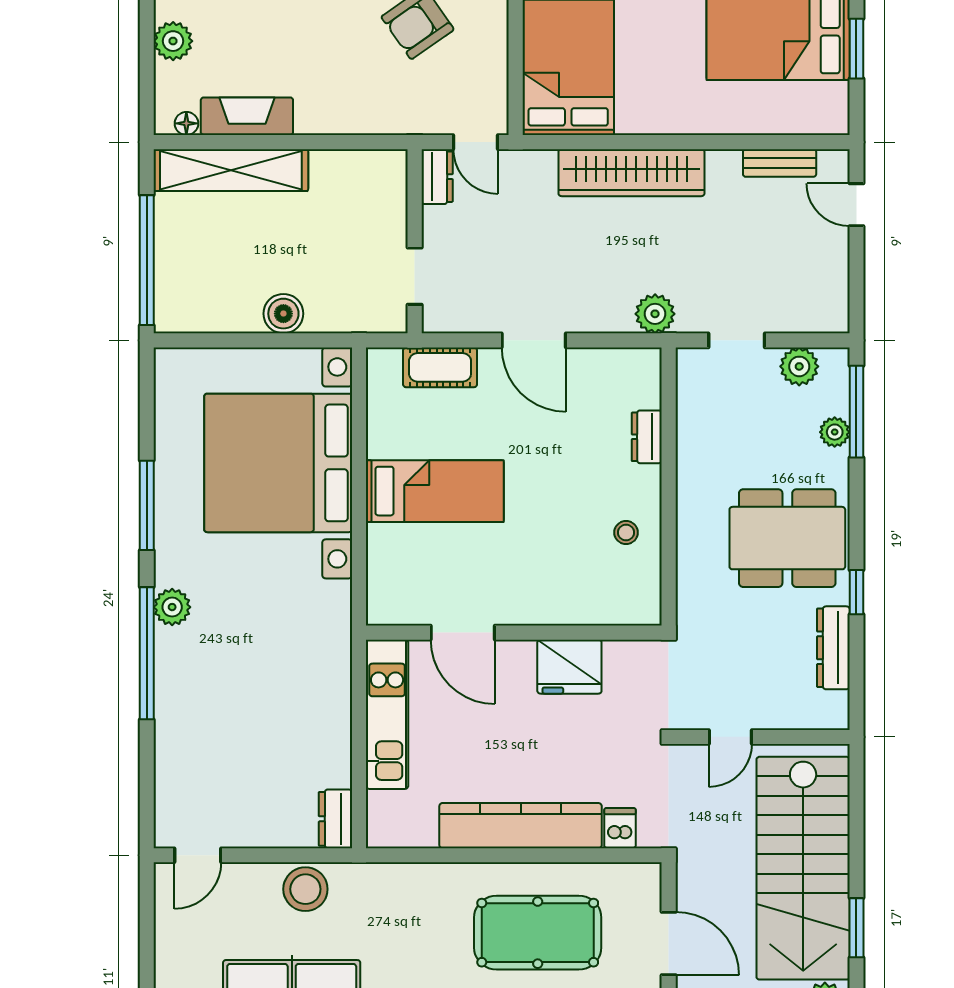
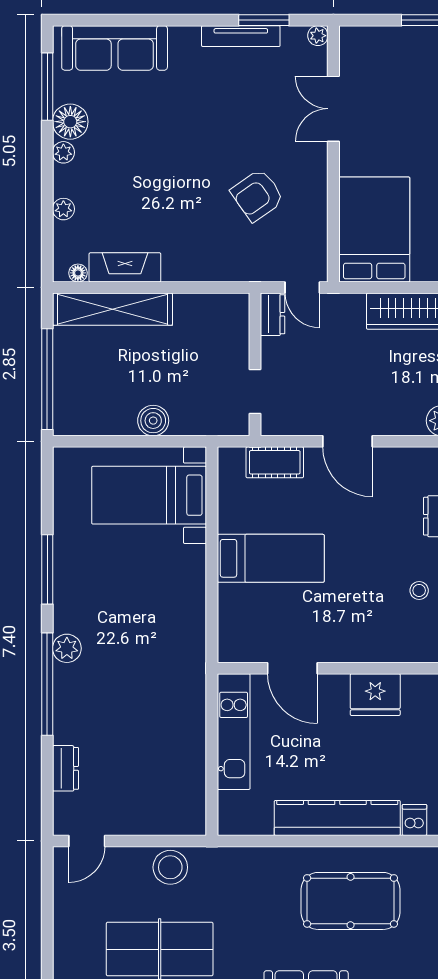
plant: (173, 41) -> (63, 209), width x0.73, depth x0.73
bed with nightstands: (278, 463) -> (149, 495), width x0.54
dresser: (335, 819) -> (65, 768), moved, turned 180

